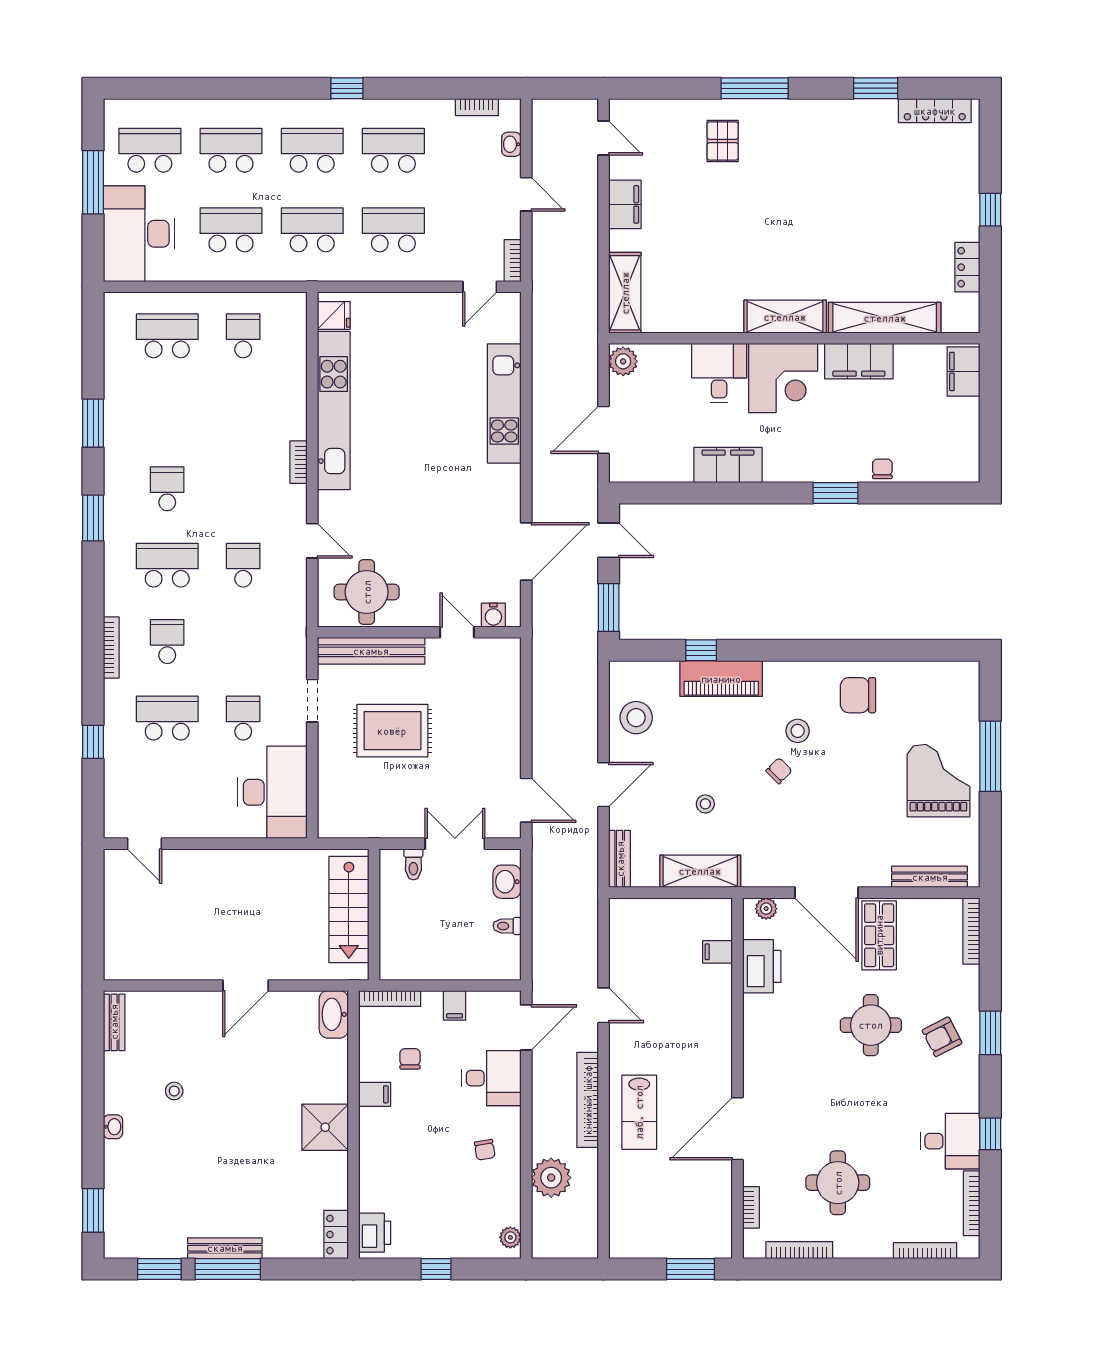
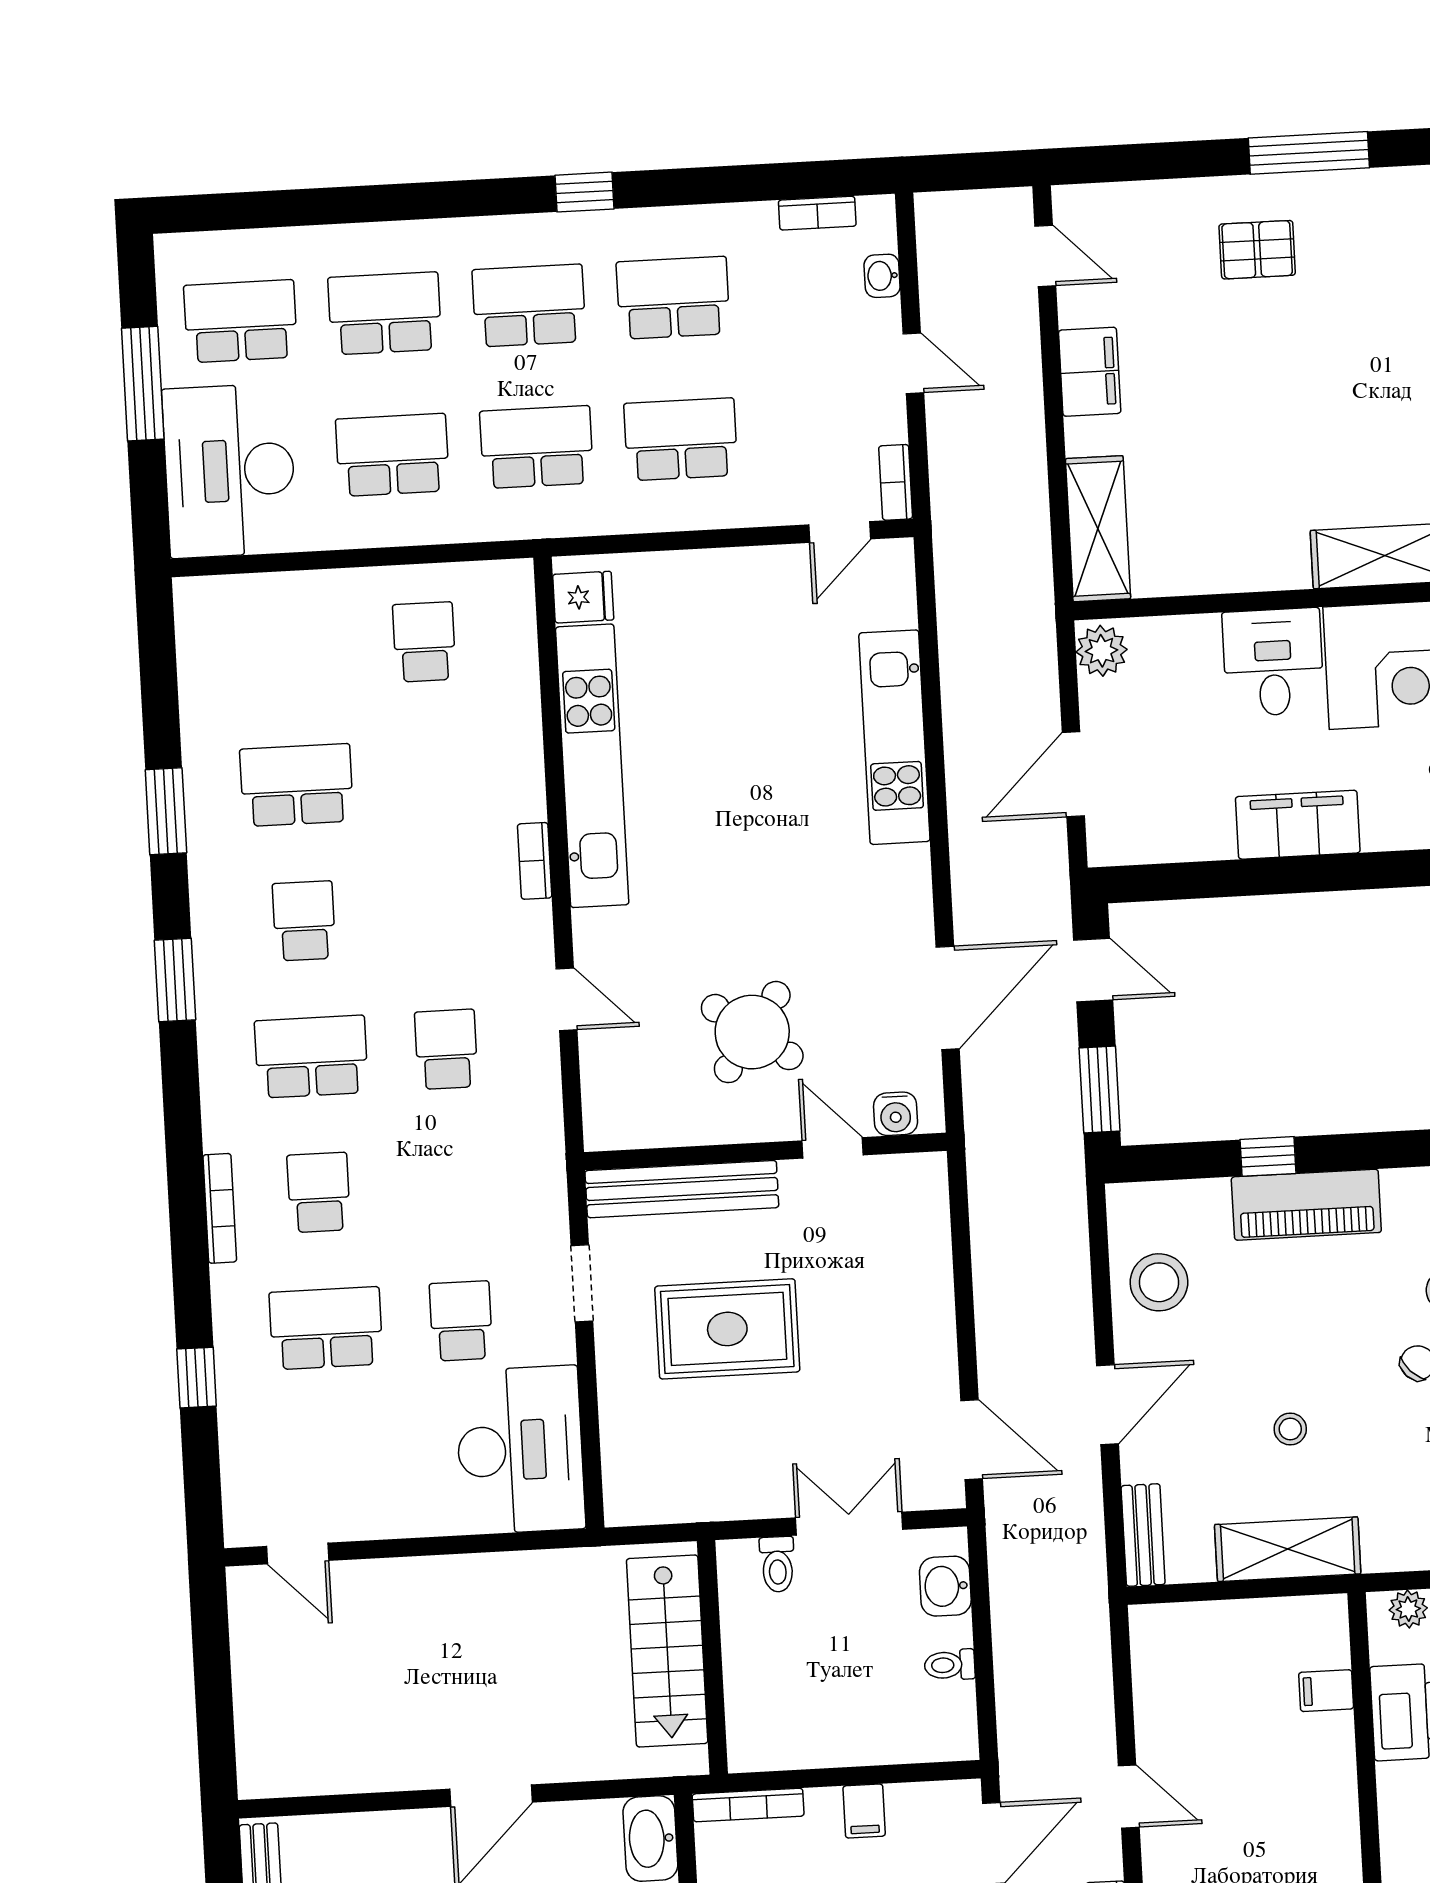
pallet: (723, 141) -> (1257, 250), turned 90
school desk: (167, 336) -> (297, 785), moved
round table: (367, 592) -> (752, 1032), moved, turned 36

